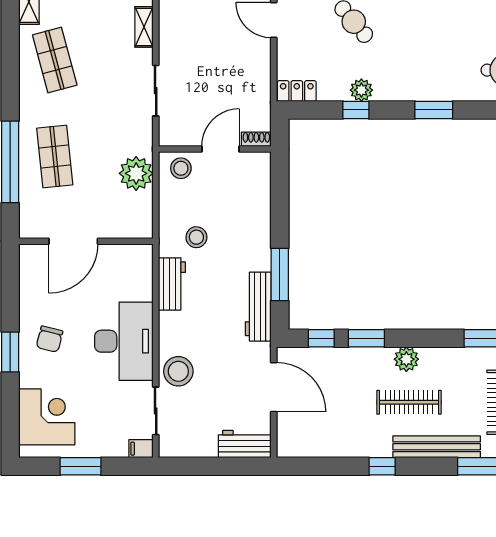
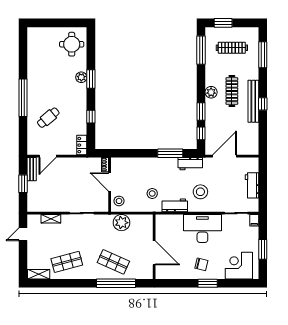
plant: (361, 90) -> (81, 77), moved
shop shelf: (55, 156) -> (113, 262), turned 30
workbench: (258, 307) -> (190, 164), width x0.73
stool: (178, 371) -> (200, 192), moved
workbench: (245, 444) -> (252, 185), moved
bench: (437, 447) -> (253, 101), moved

